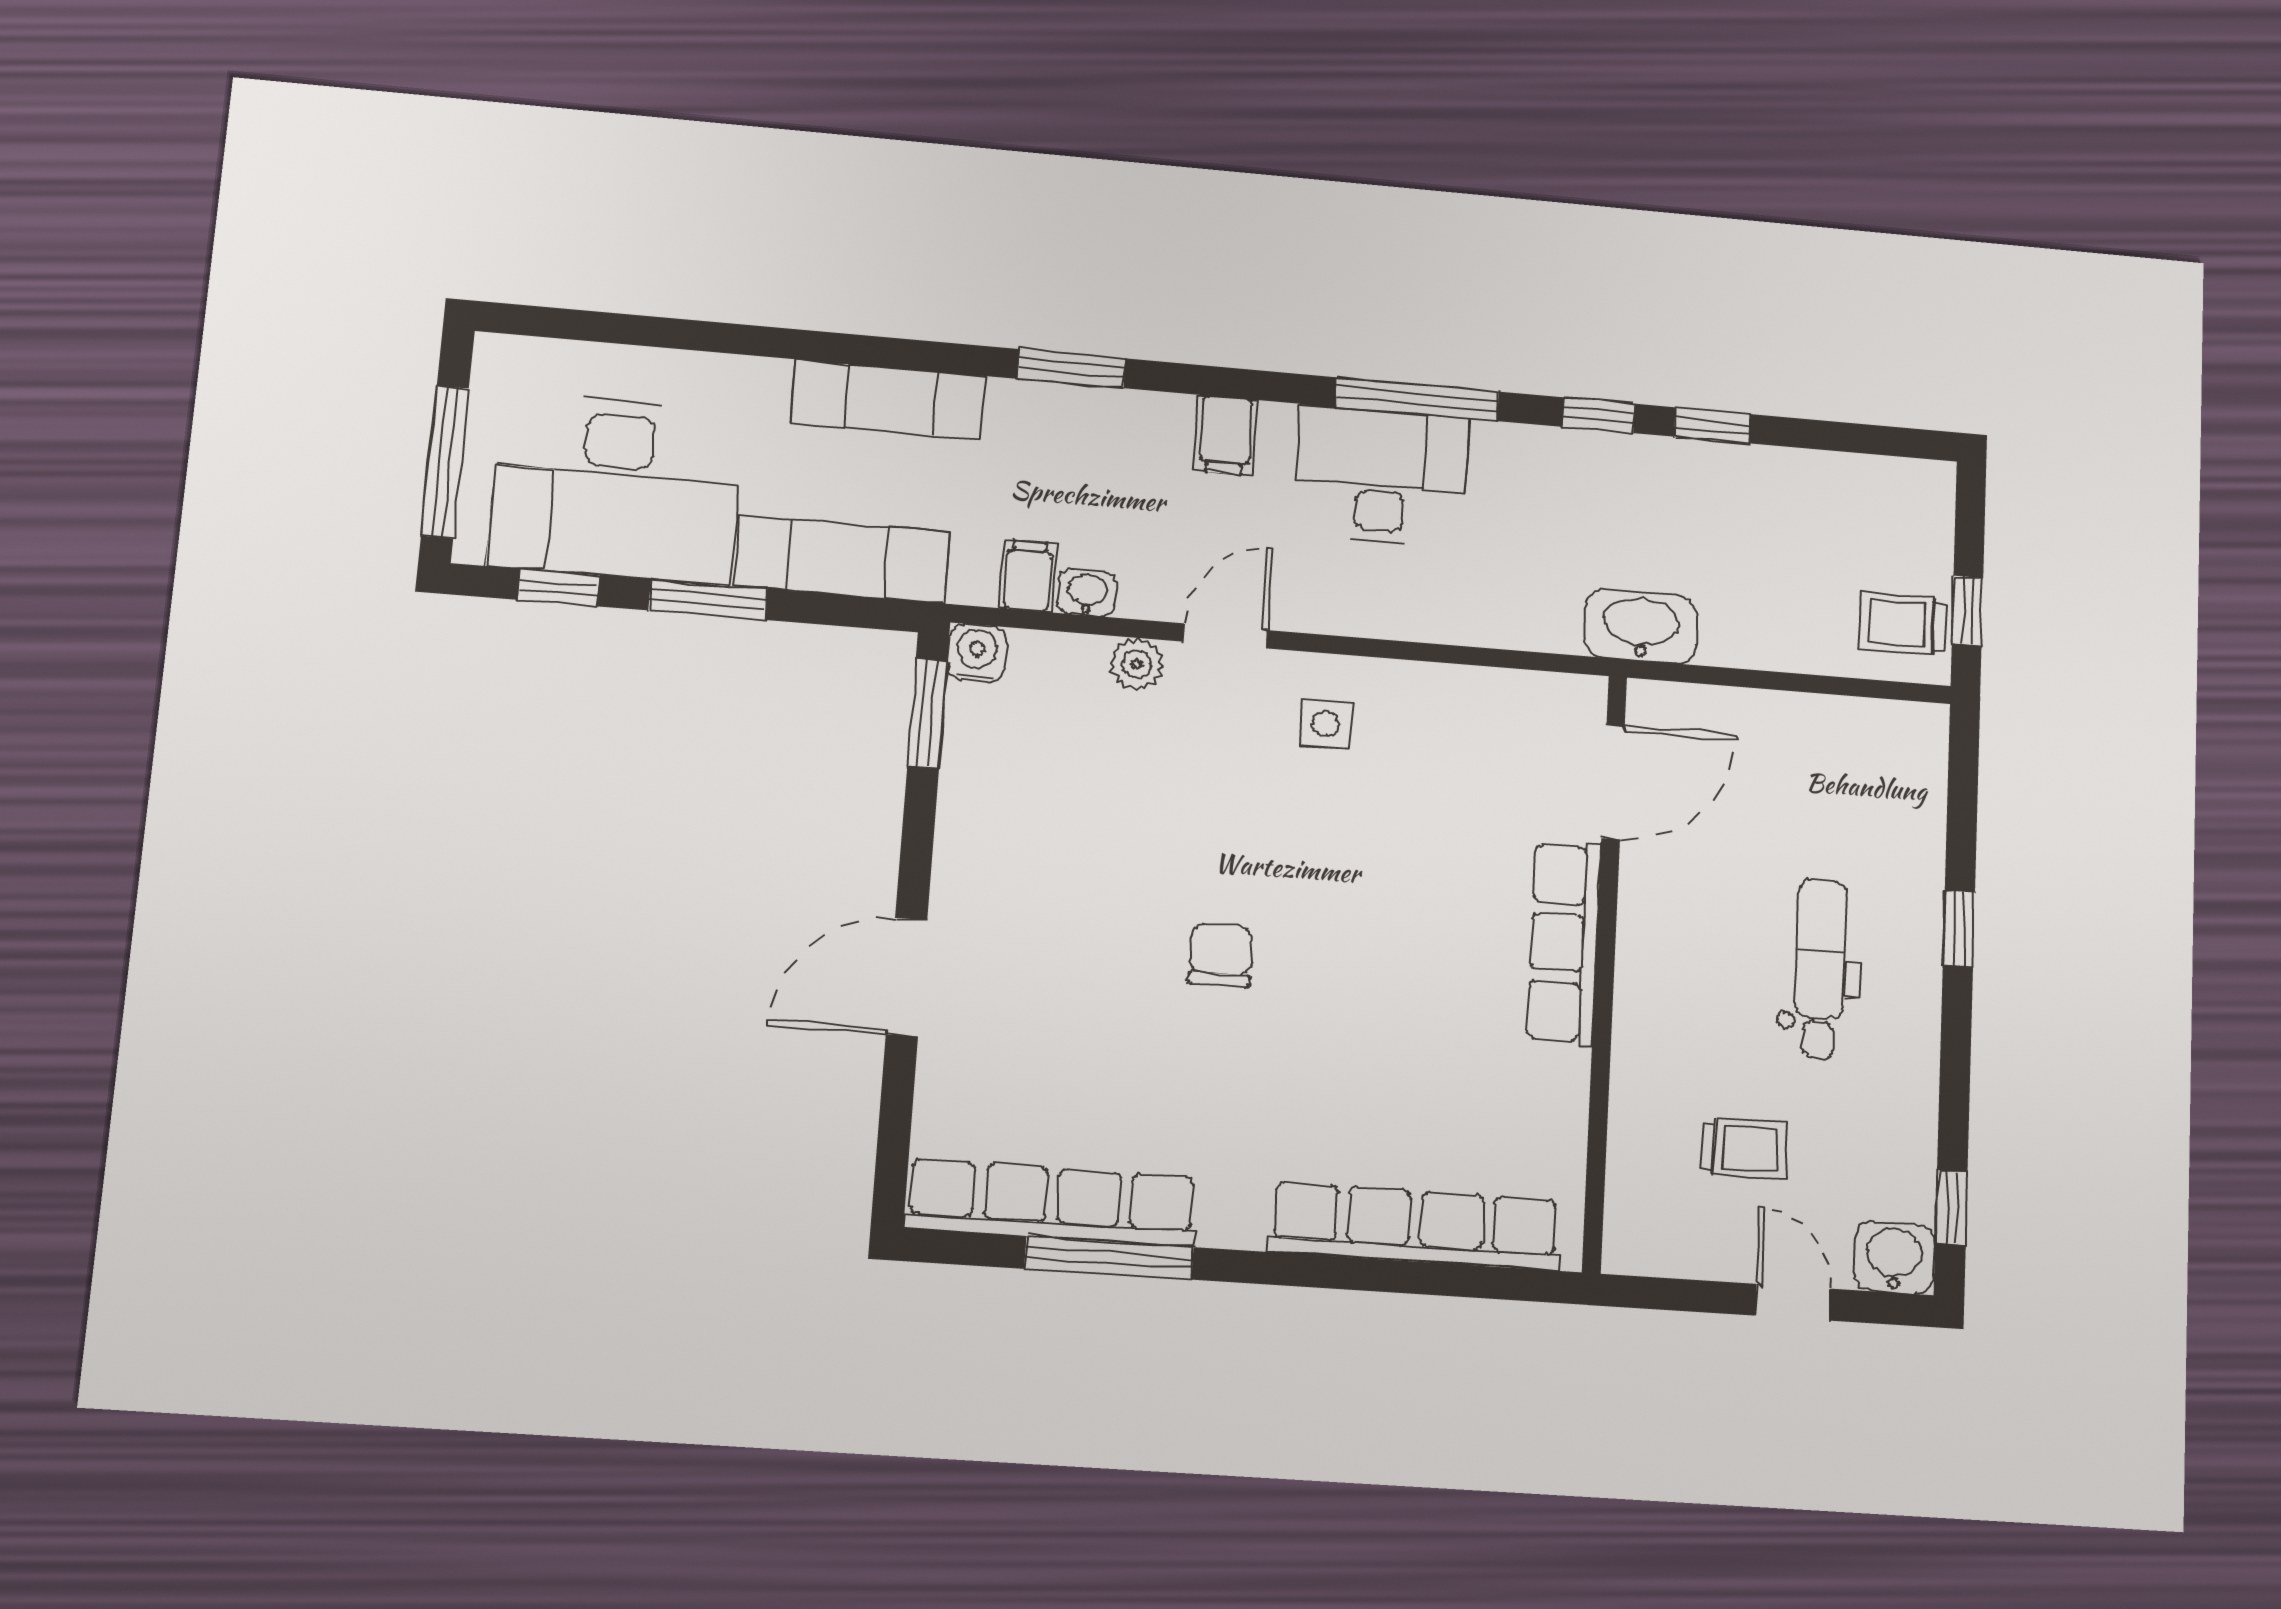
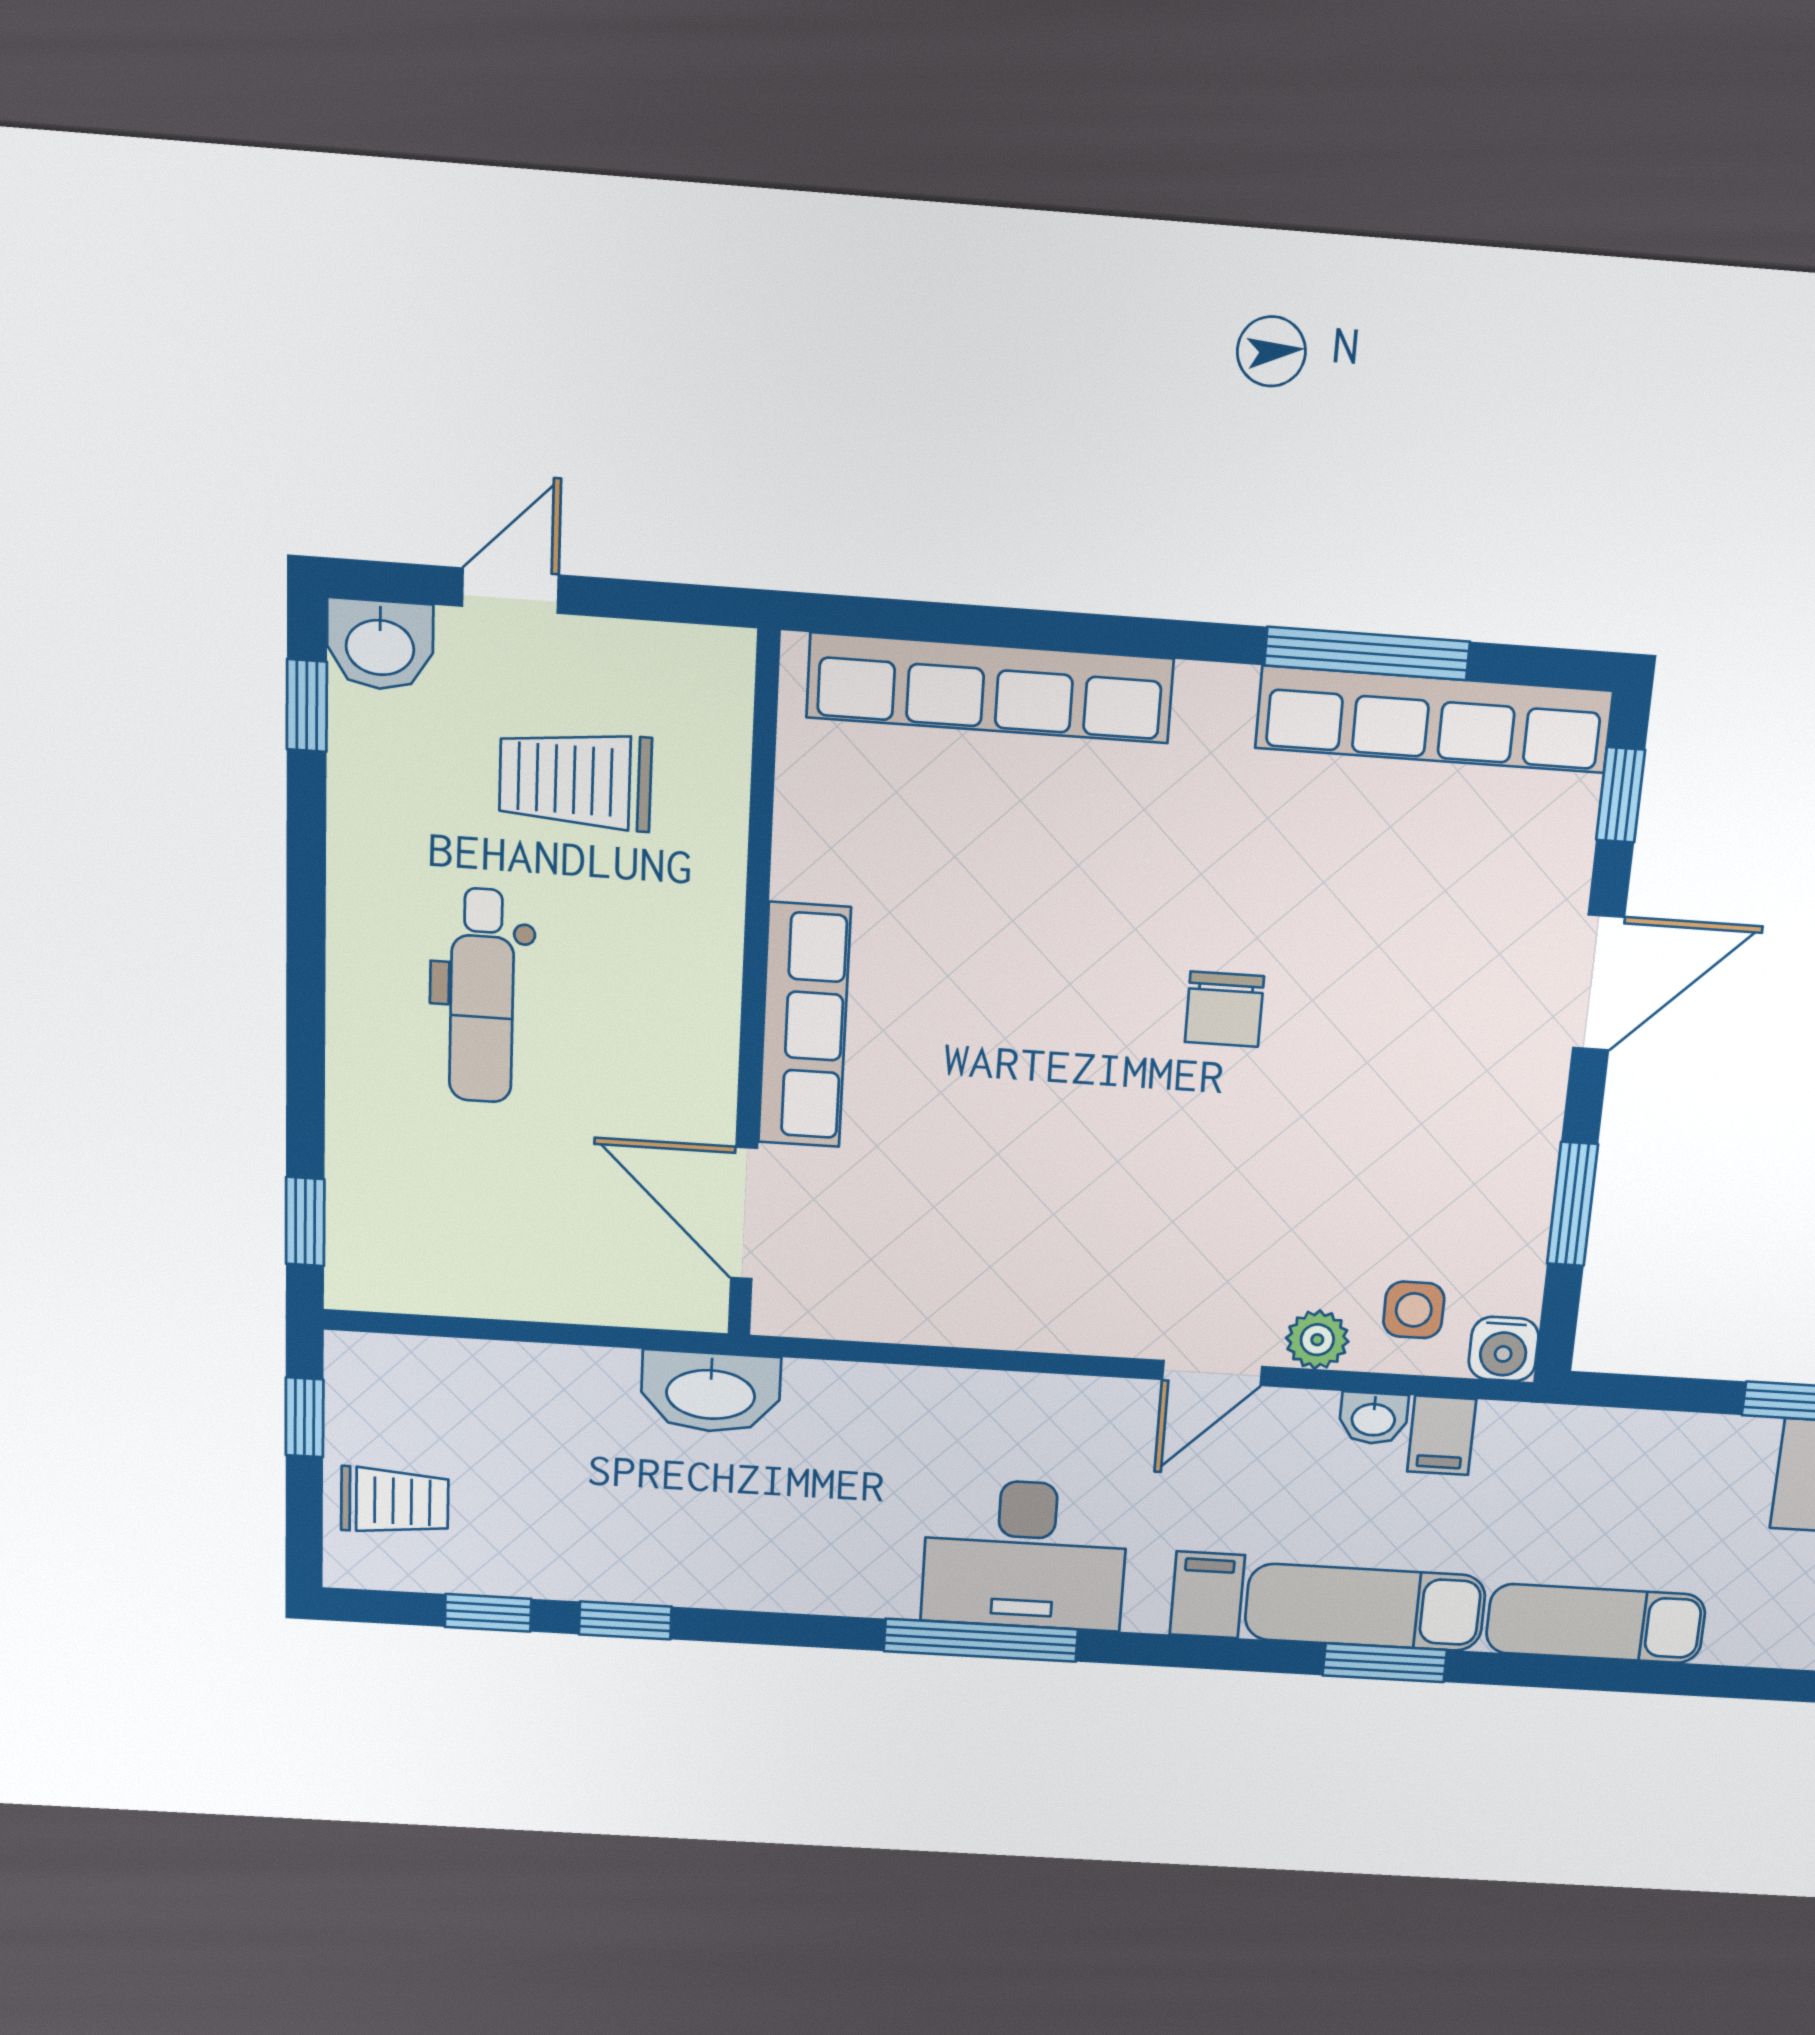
window: (1599, 415) -> (488, 1613), moved
exam couch: (842, 559) -> (1365, 1607), moved, turned 180
trolley: (1902, 624) -> (395, 1501), moved
window: (927, 714) -> (1572, 1204), moved
side table: (1326, 724) -> (1414, 1310), moved
door: (1613, 782) -> (744, 1213), hinge flipped
window: (1959, 929) -> (305, 1222), moved
window: (894, 1140) -> (1621, 795), added
trolley: (1744, 1148) -> (575, 780), width x1.36, depth x1.39
door: (1793, 1302) -> (510, 591), swing flipped

